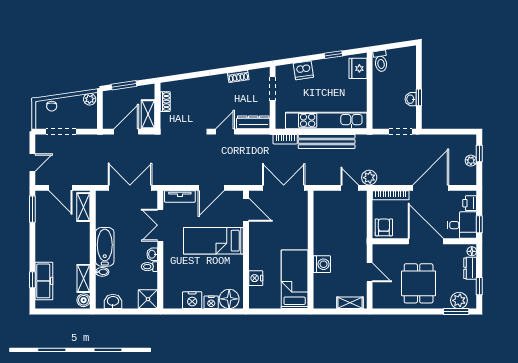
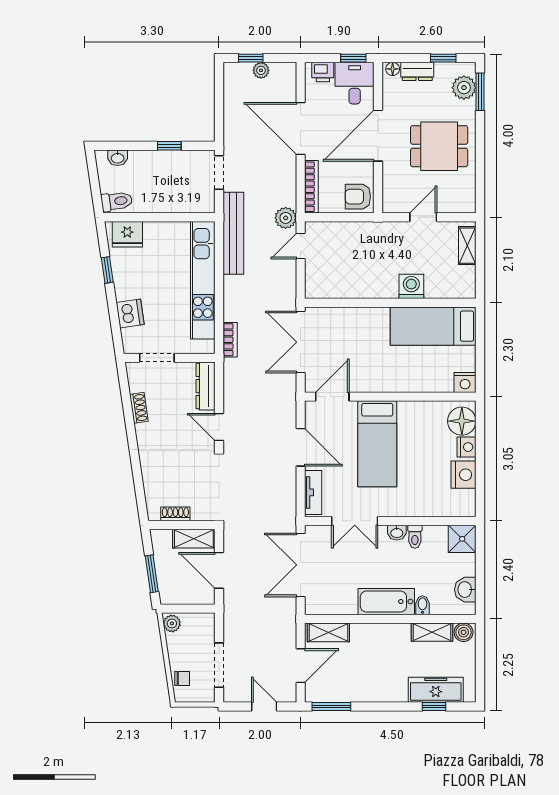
washbasin: (411, 99) -> (118, 158), moved
bench: (327, 141) -> (233, 233), moved
nightstand: (256, 278) -> (465, 383), moved

